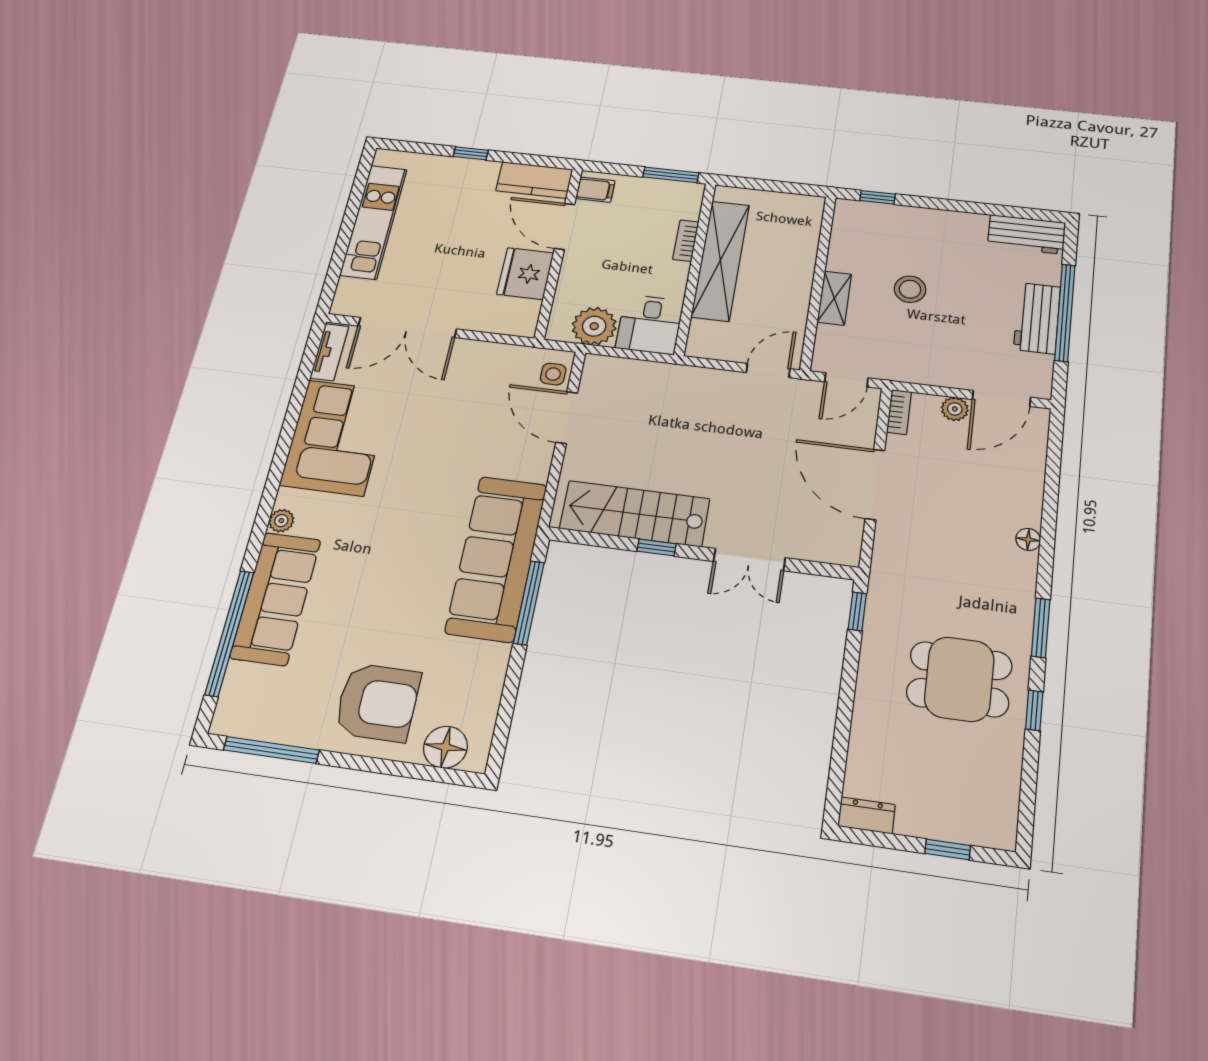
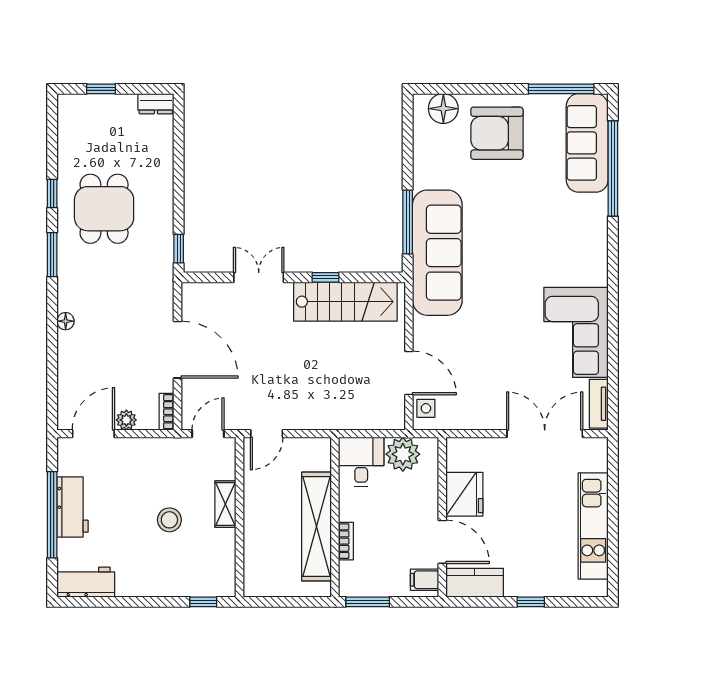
plant: (281, 521) -> (599, 260), removed
sofa: (276, 598) -> (587, 143), moved
dining table: (959, 679) -> (104, 209), turned 90

